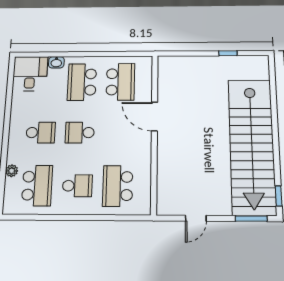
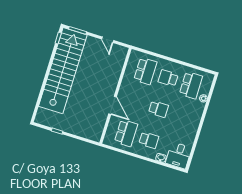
school desk: (82, 82) -> (149, 140), width x0.54
school desk: (120, 82) -> (126, 133), turned 180
school desk: (41, 133) -> (181, 116), removed
school desk: (37, 186) -> (191, 85), turned 180
door: (196, 218) -> (108, 40), swing flipped

